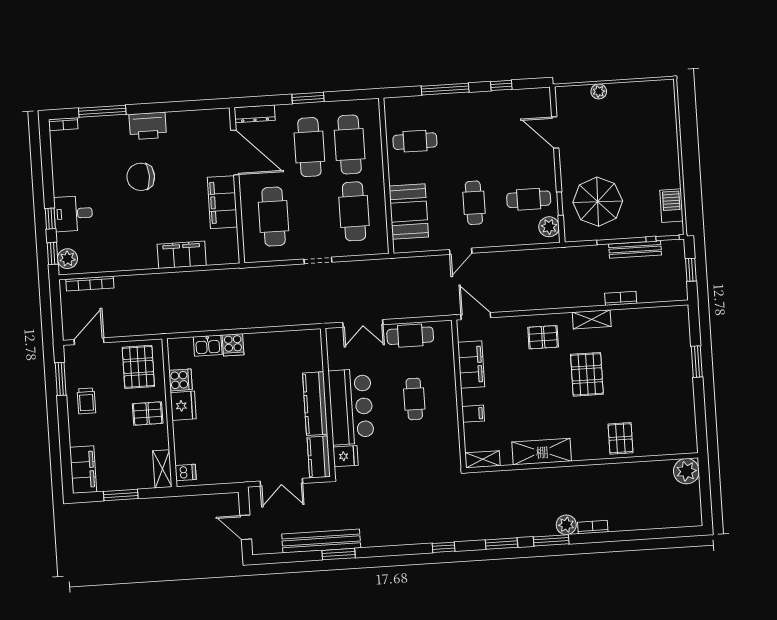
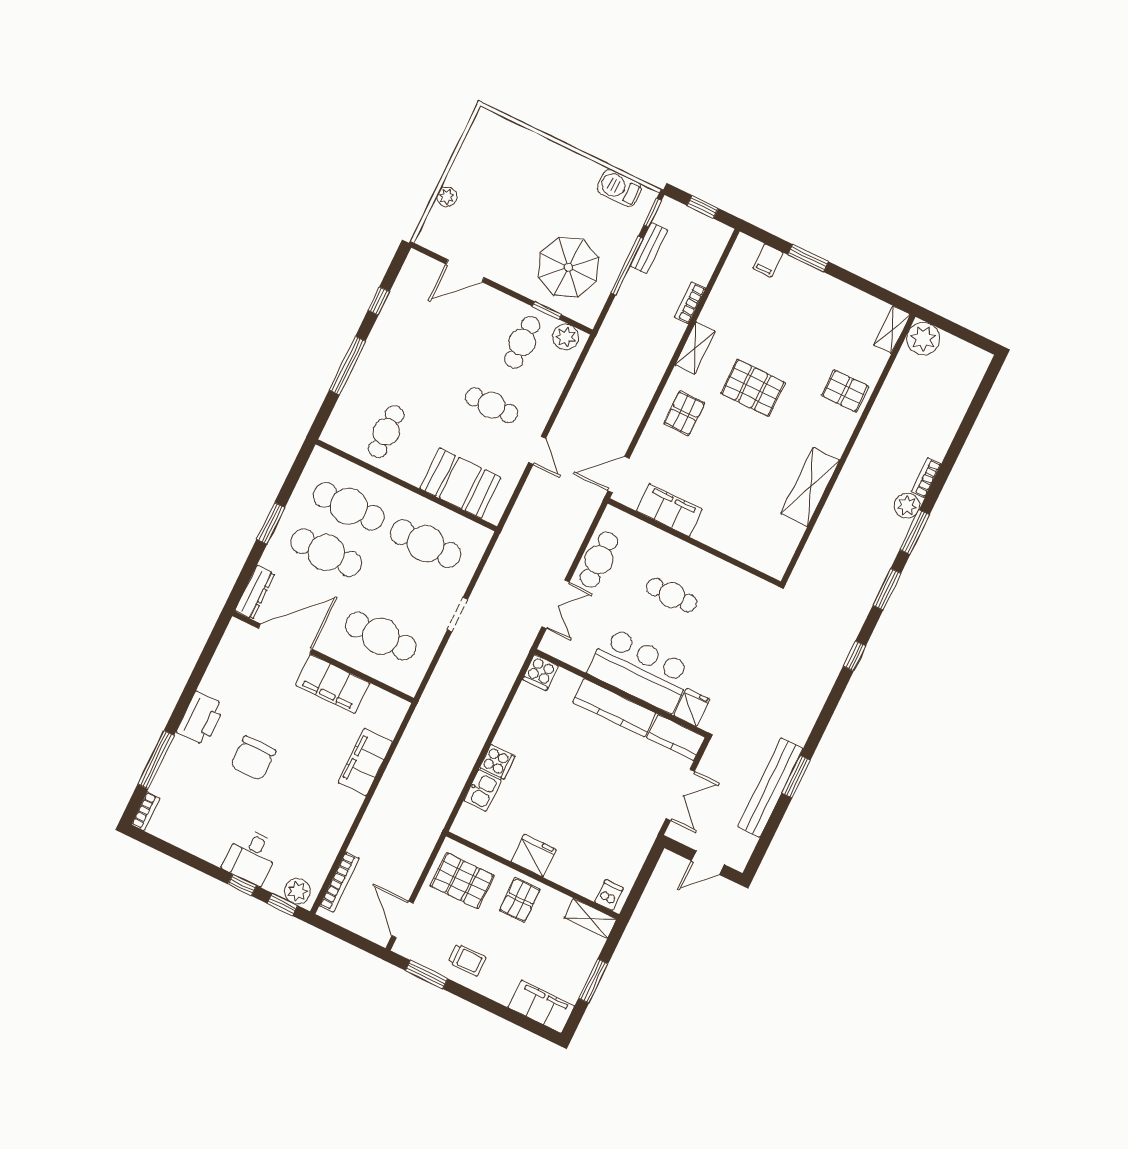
bench: (635, 250) -> (649, 248), width x0.73
cooker: (181, 380) -> (540, 673), moved, turned 180
filing cabinet: (473, 414) -> (768, 260), moved, turned 180
shelving: (482, 459) -> (892, 330), moved

